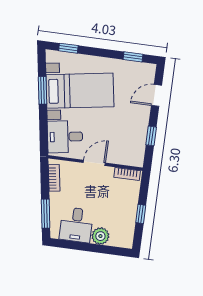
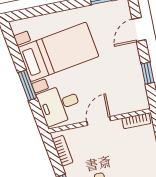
window: (68, 48) -> (31, 12), removed
window: (42, 90) -> (27, 85), moved

